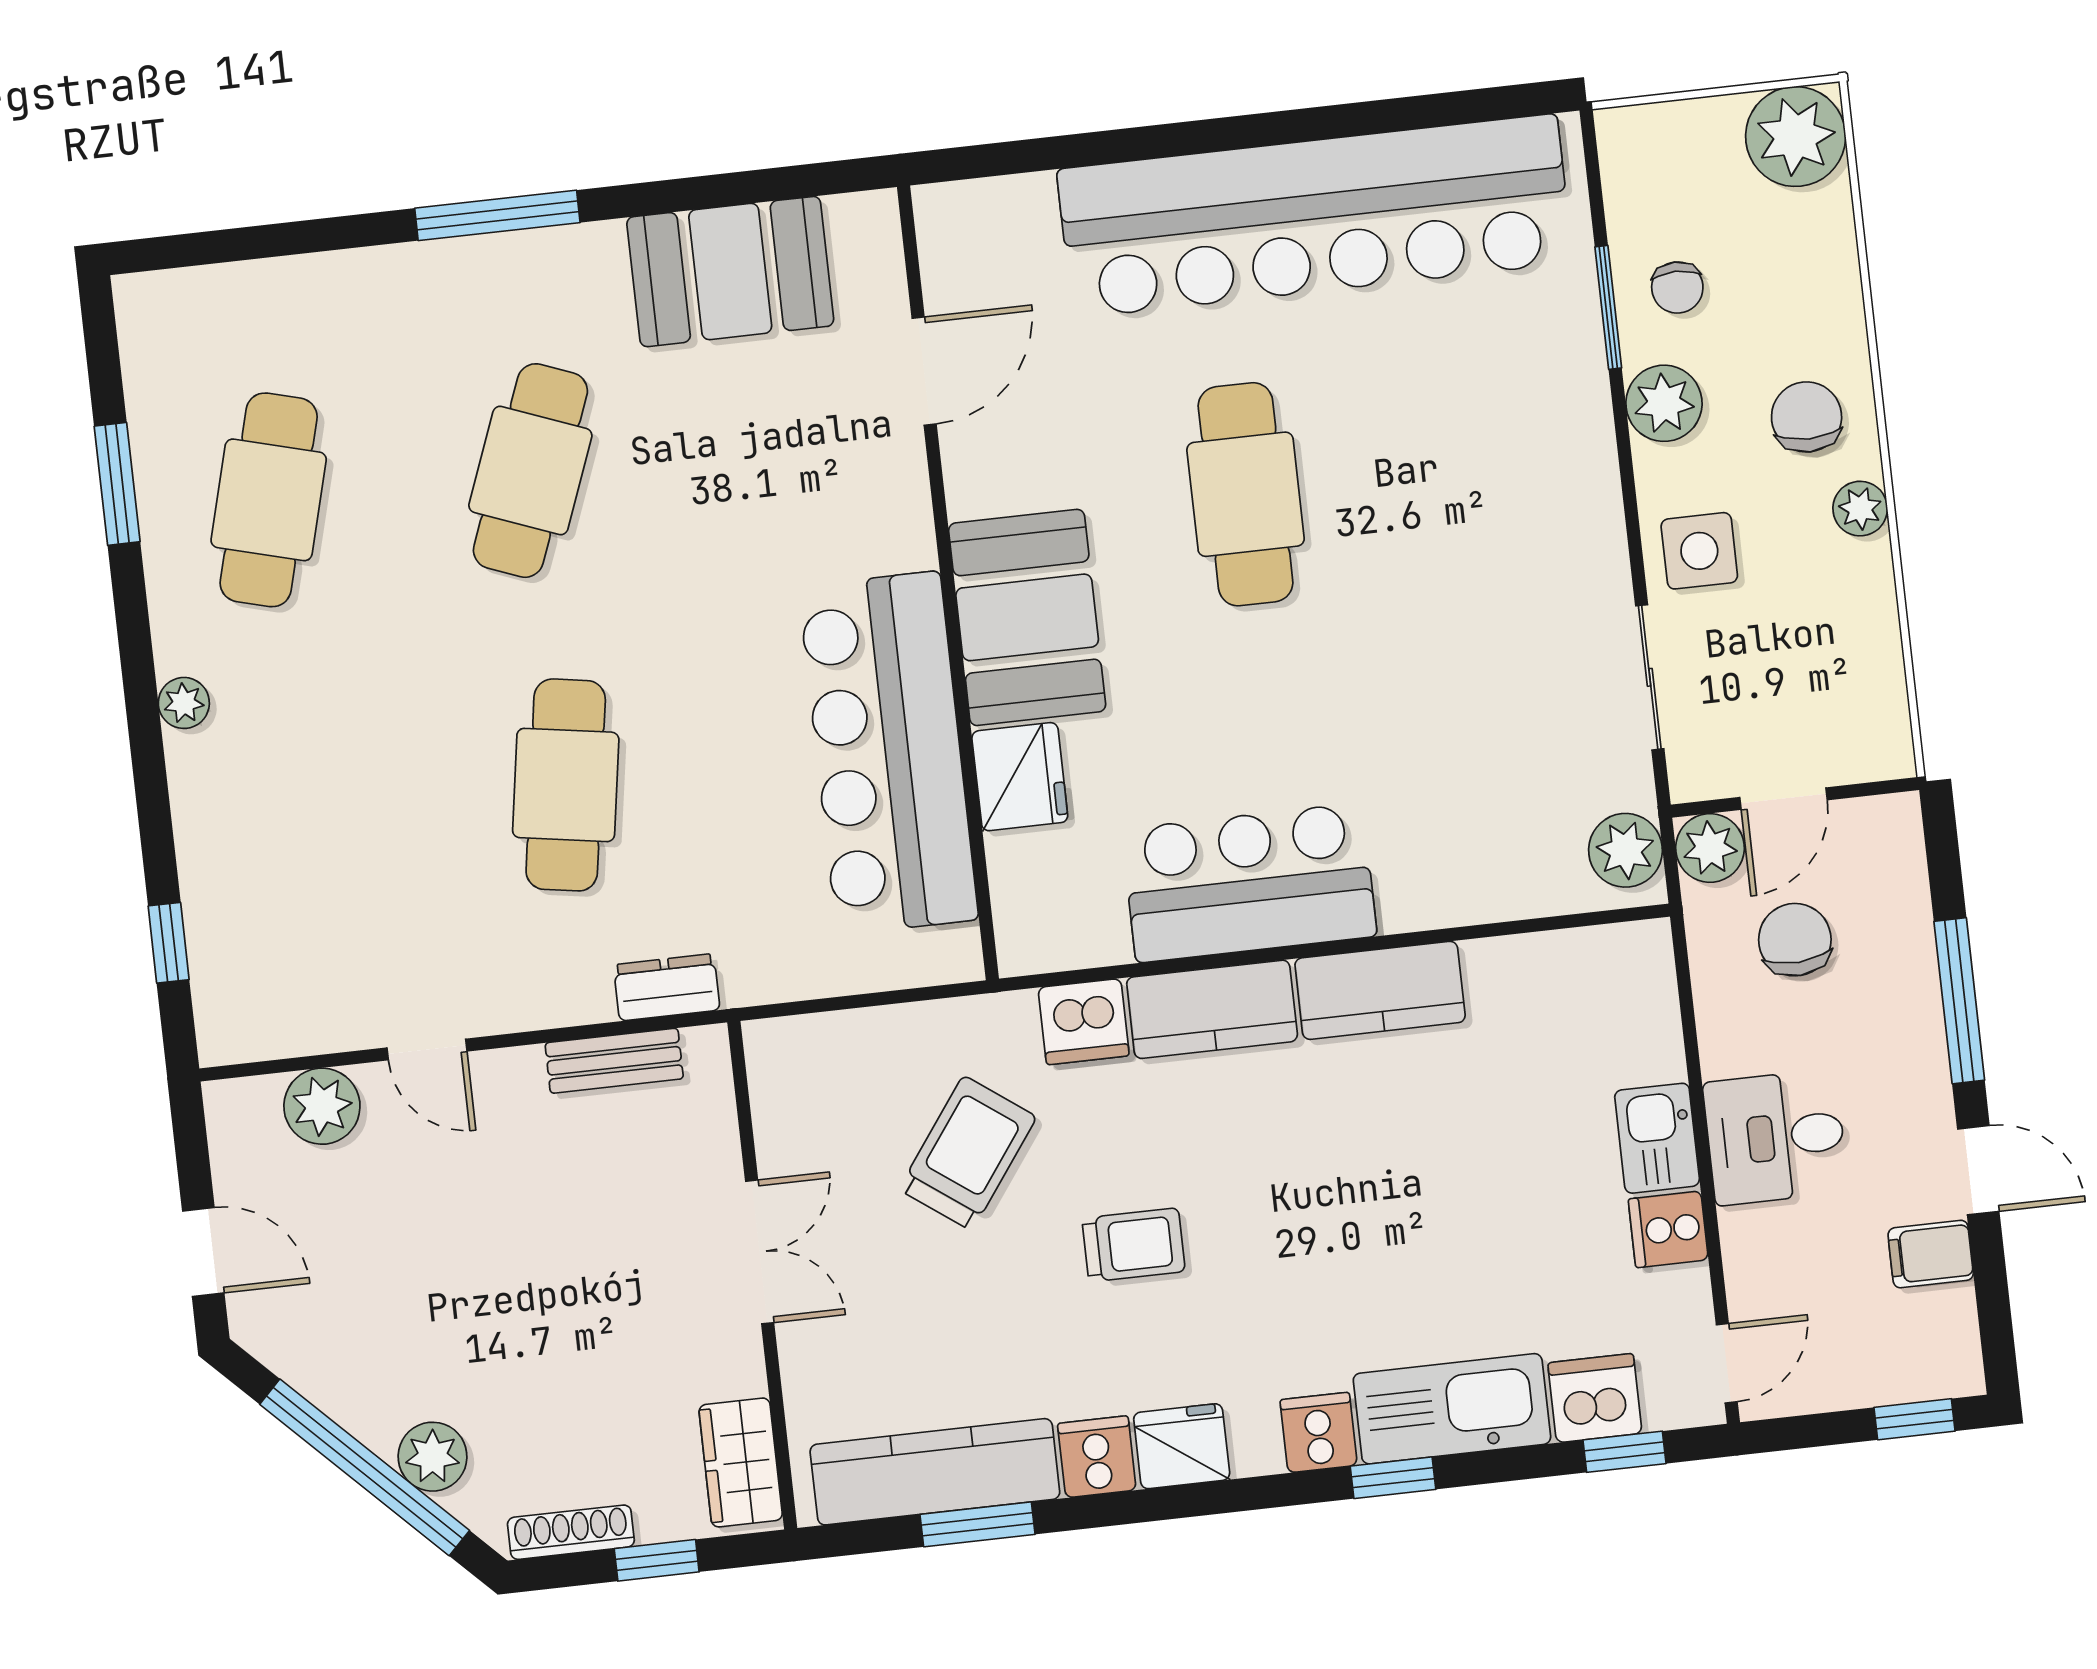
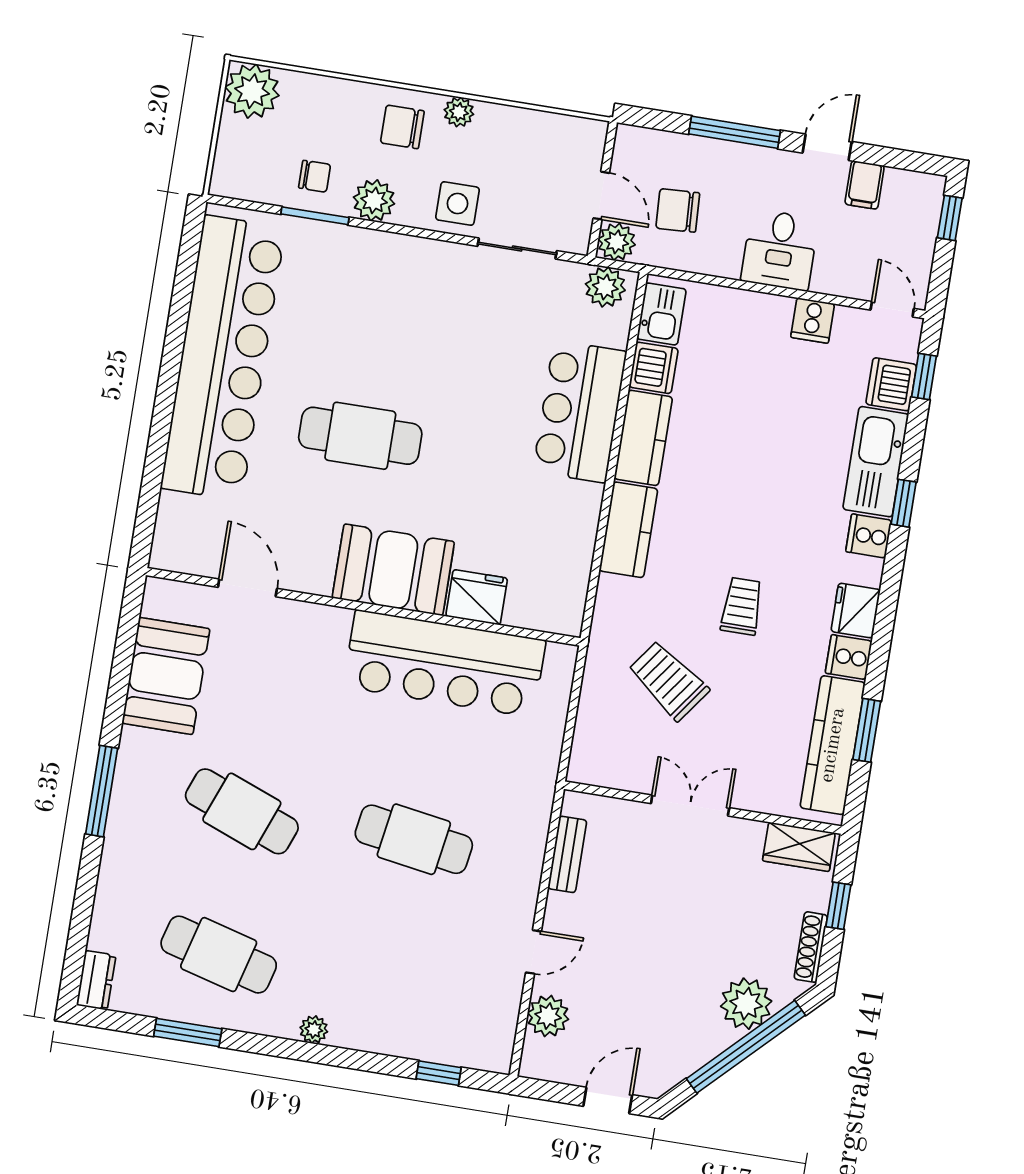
bar counter: (1249, 883) -> (580, 412), moved
dresser: (667, 987) -> (96, 980), moved, turned 180
dishwasher: (1084, 1022) -> (654, 368), moved
kitchen sink: (1657, 1138) -> (661, 314), moved, turned -90
plant: (433, 1457) -> (746, 1004), width x1.36, depth x1.36

